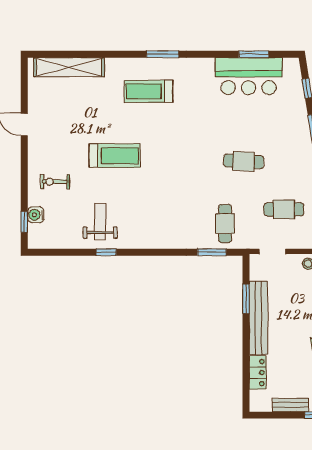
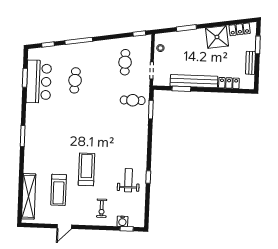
treadmill: (148, 91) -> (59, 190), moved
cafe table: (244, 161) -> (75, 80), moved
weight bench: (100, 222) -> (128, 180), turned 90

